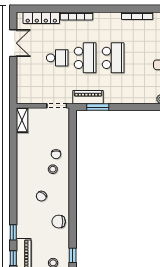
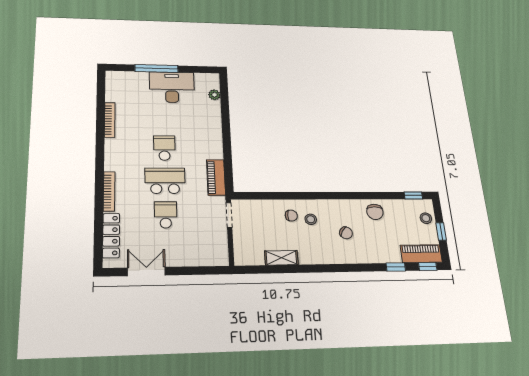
school desk: (113, 58) -> (164, 148), width x0.54
window: (98, 107) -> (228, 166), removed
shelving: (22, 120) -> (281, 258), moved

